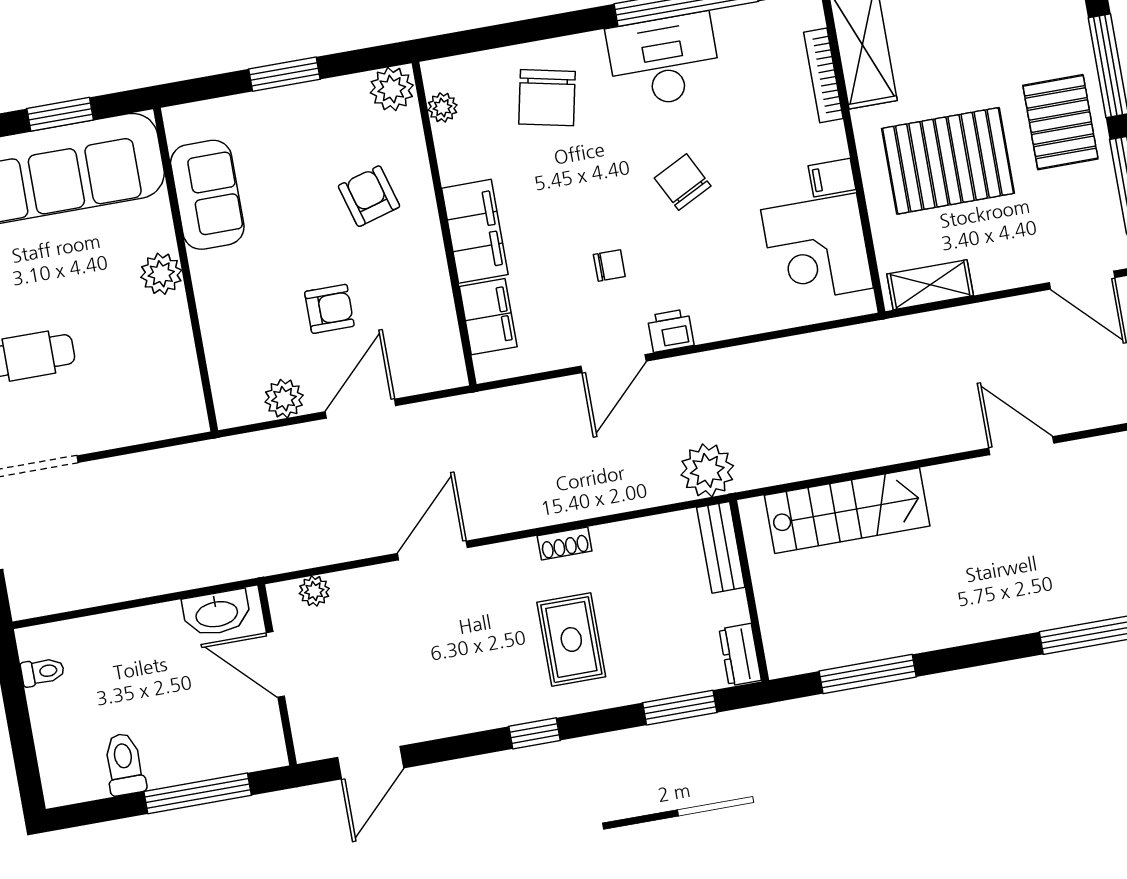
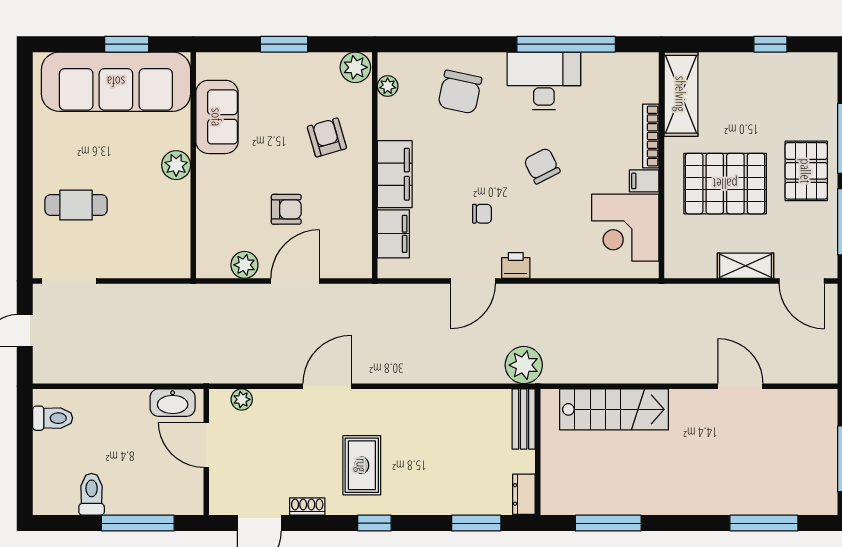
bookcase: (823, 75) -> (651, 136), moved
shelving: (930, 285) -> (746, 266), moved
shoe rack: (565, 543) -> (307, 507), moved, turned 180
rug: (571, 640) -> (362, 465), moved
toilet: (43, 672) -> (53, 418), width x1.37, depth x1.39

